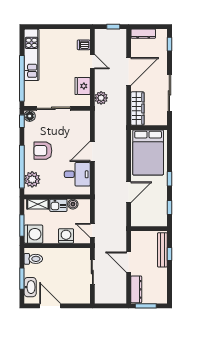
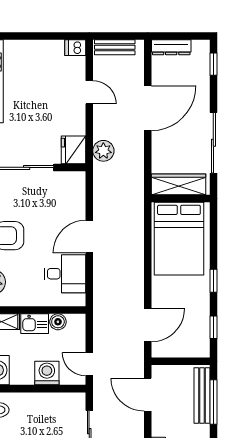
window: (113, 27) -> (123, 36), removed
bench: (108, 34) -> (115, 47), added
dishwasher: (84, 45) -> (75, 48), moved
fridge: (83, 86) -> (73, 150), moved
wardrobe: (137, 109) -> (178, 184), moved, turned -90
door: (129, 192) -> (148, 325), moved
window: (169, 254) -> (213, 402), width x2.17
door: (129, 262) -> (148, 395), moved

